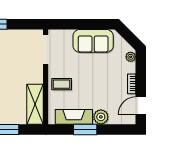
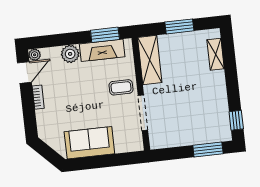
doorway: (46, 50) -> (143, 113), moved
plant: (131, 57) -> (35, 55), moved
window: (85, 130) -> (105, 35), moved

